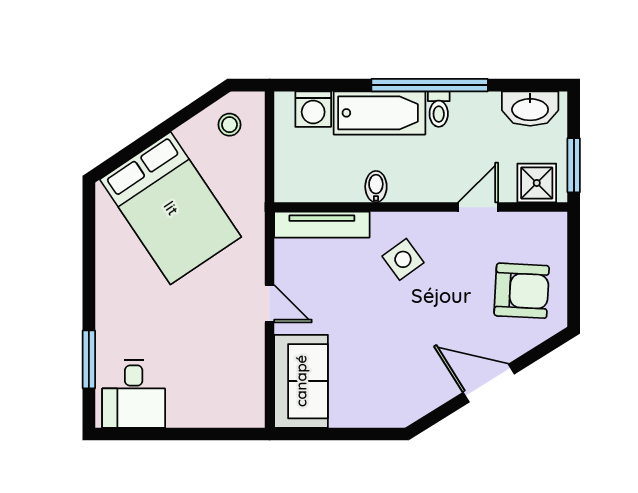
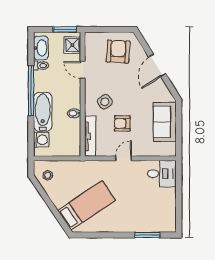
toilet: (439, 109) -> (41, 66), moved
bed: (171, 208) -> (86, 205), width x0.67
armchair: (352, 301) -> (122, 123), added
sofa: (301, 381) -> (165, 122), moved, turned -90
desk: (134, 394) -> (162, 174), moved

